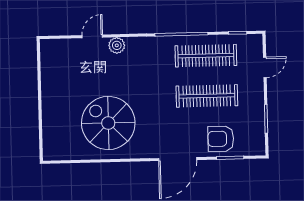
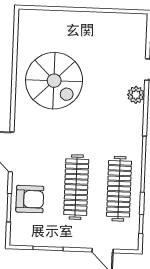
spiral stairs: (108, 123) -> (54, 81), turned 90
armchair: (221, 139) -> (30, 199), turned 90

